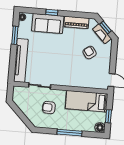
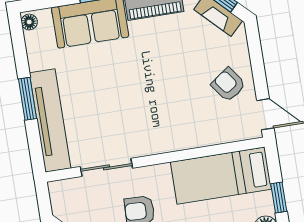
window: (15, 35) -> (27, 99), moved
armchair: (90, 53) -> (228, 85), moved

